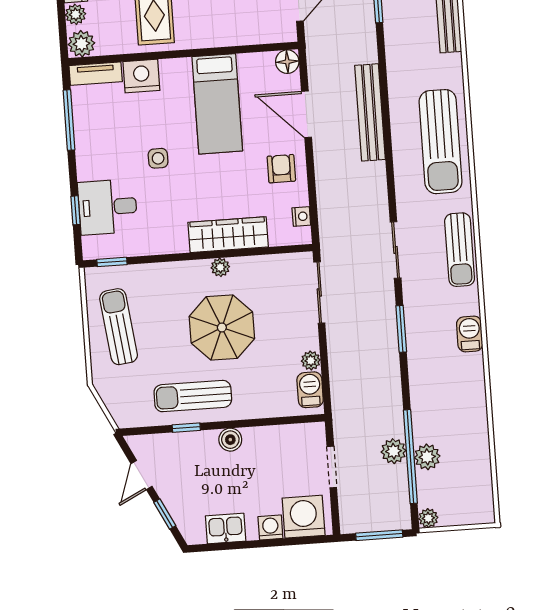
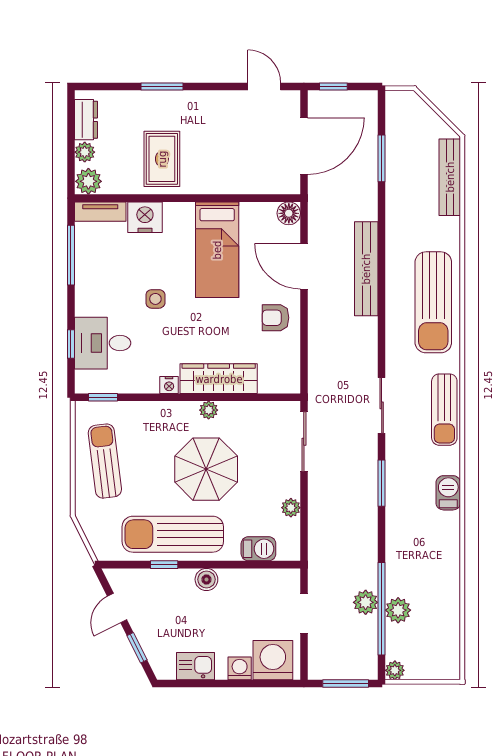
armchair: (281, 169) -> (275, 318), turned -90
nightstand: (301, 216) -> (169, 385), moved, turned 90
barbecue: (310, 390) -> (258, 549), moved, turned 90
sun lounger: (193, 396) -> (173, 534), width x1.36, depth x1.34

